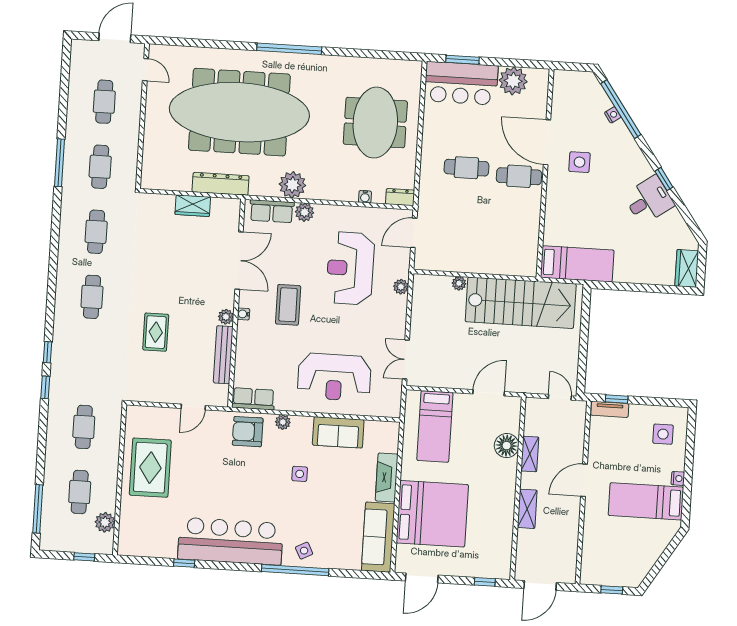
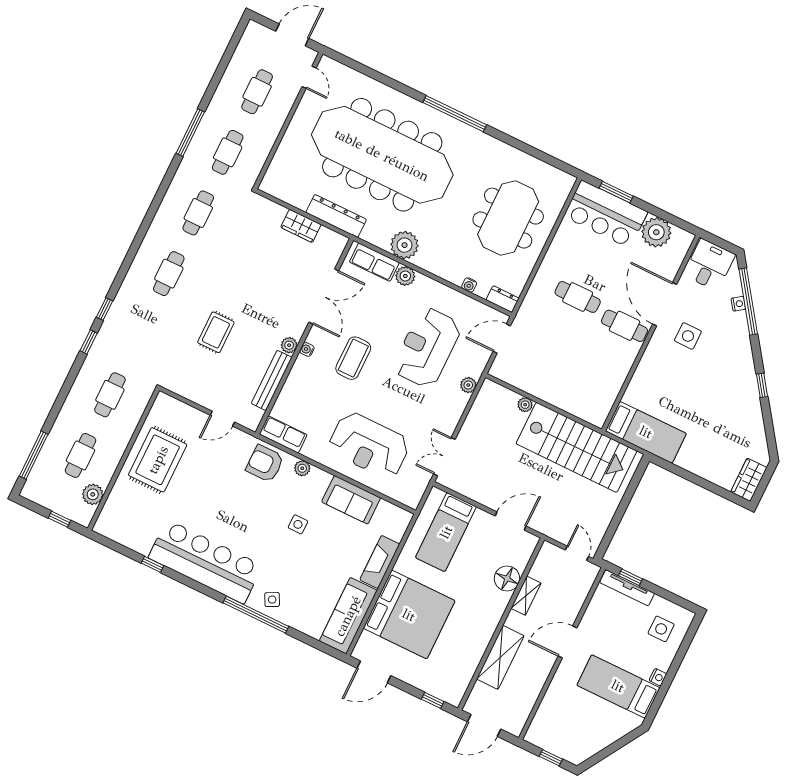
desk: (649, 200) -> (709, 265), moved, turned -55
tv unit: (610, 409) -> (627, 588), width x1.41
shelving: (527, 509) -> (500, 657), width x1.50, depth x1.33

